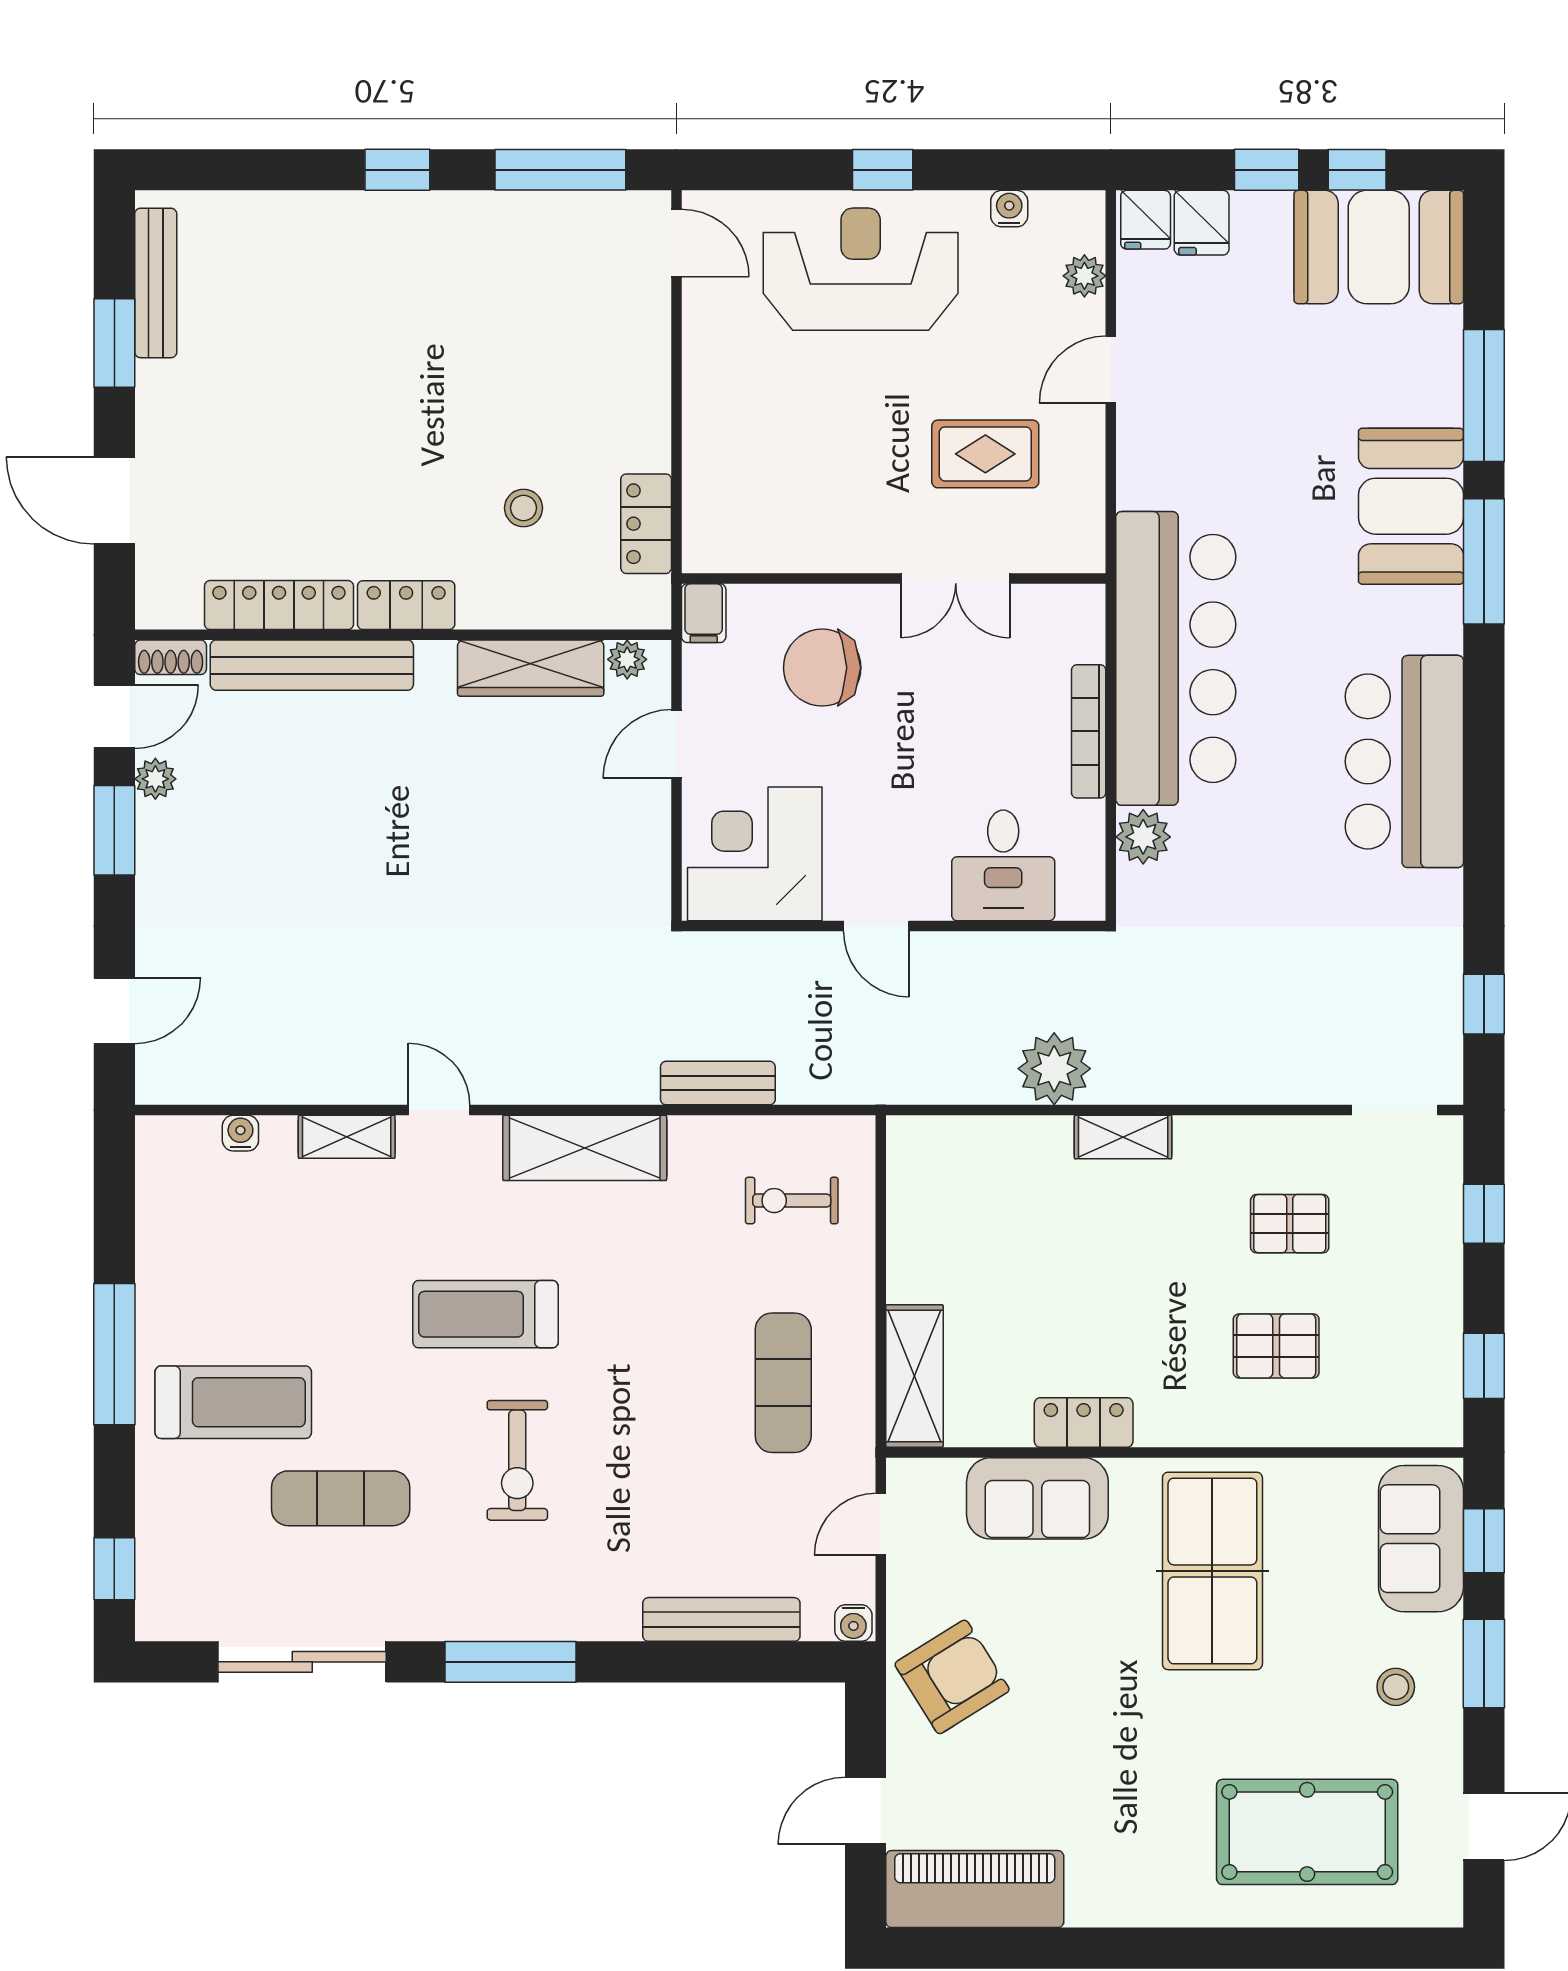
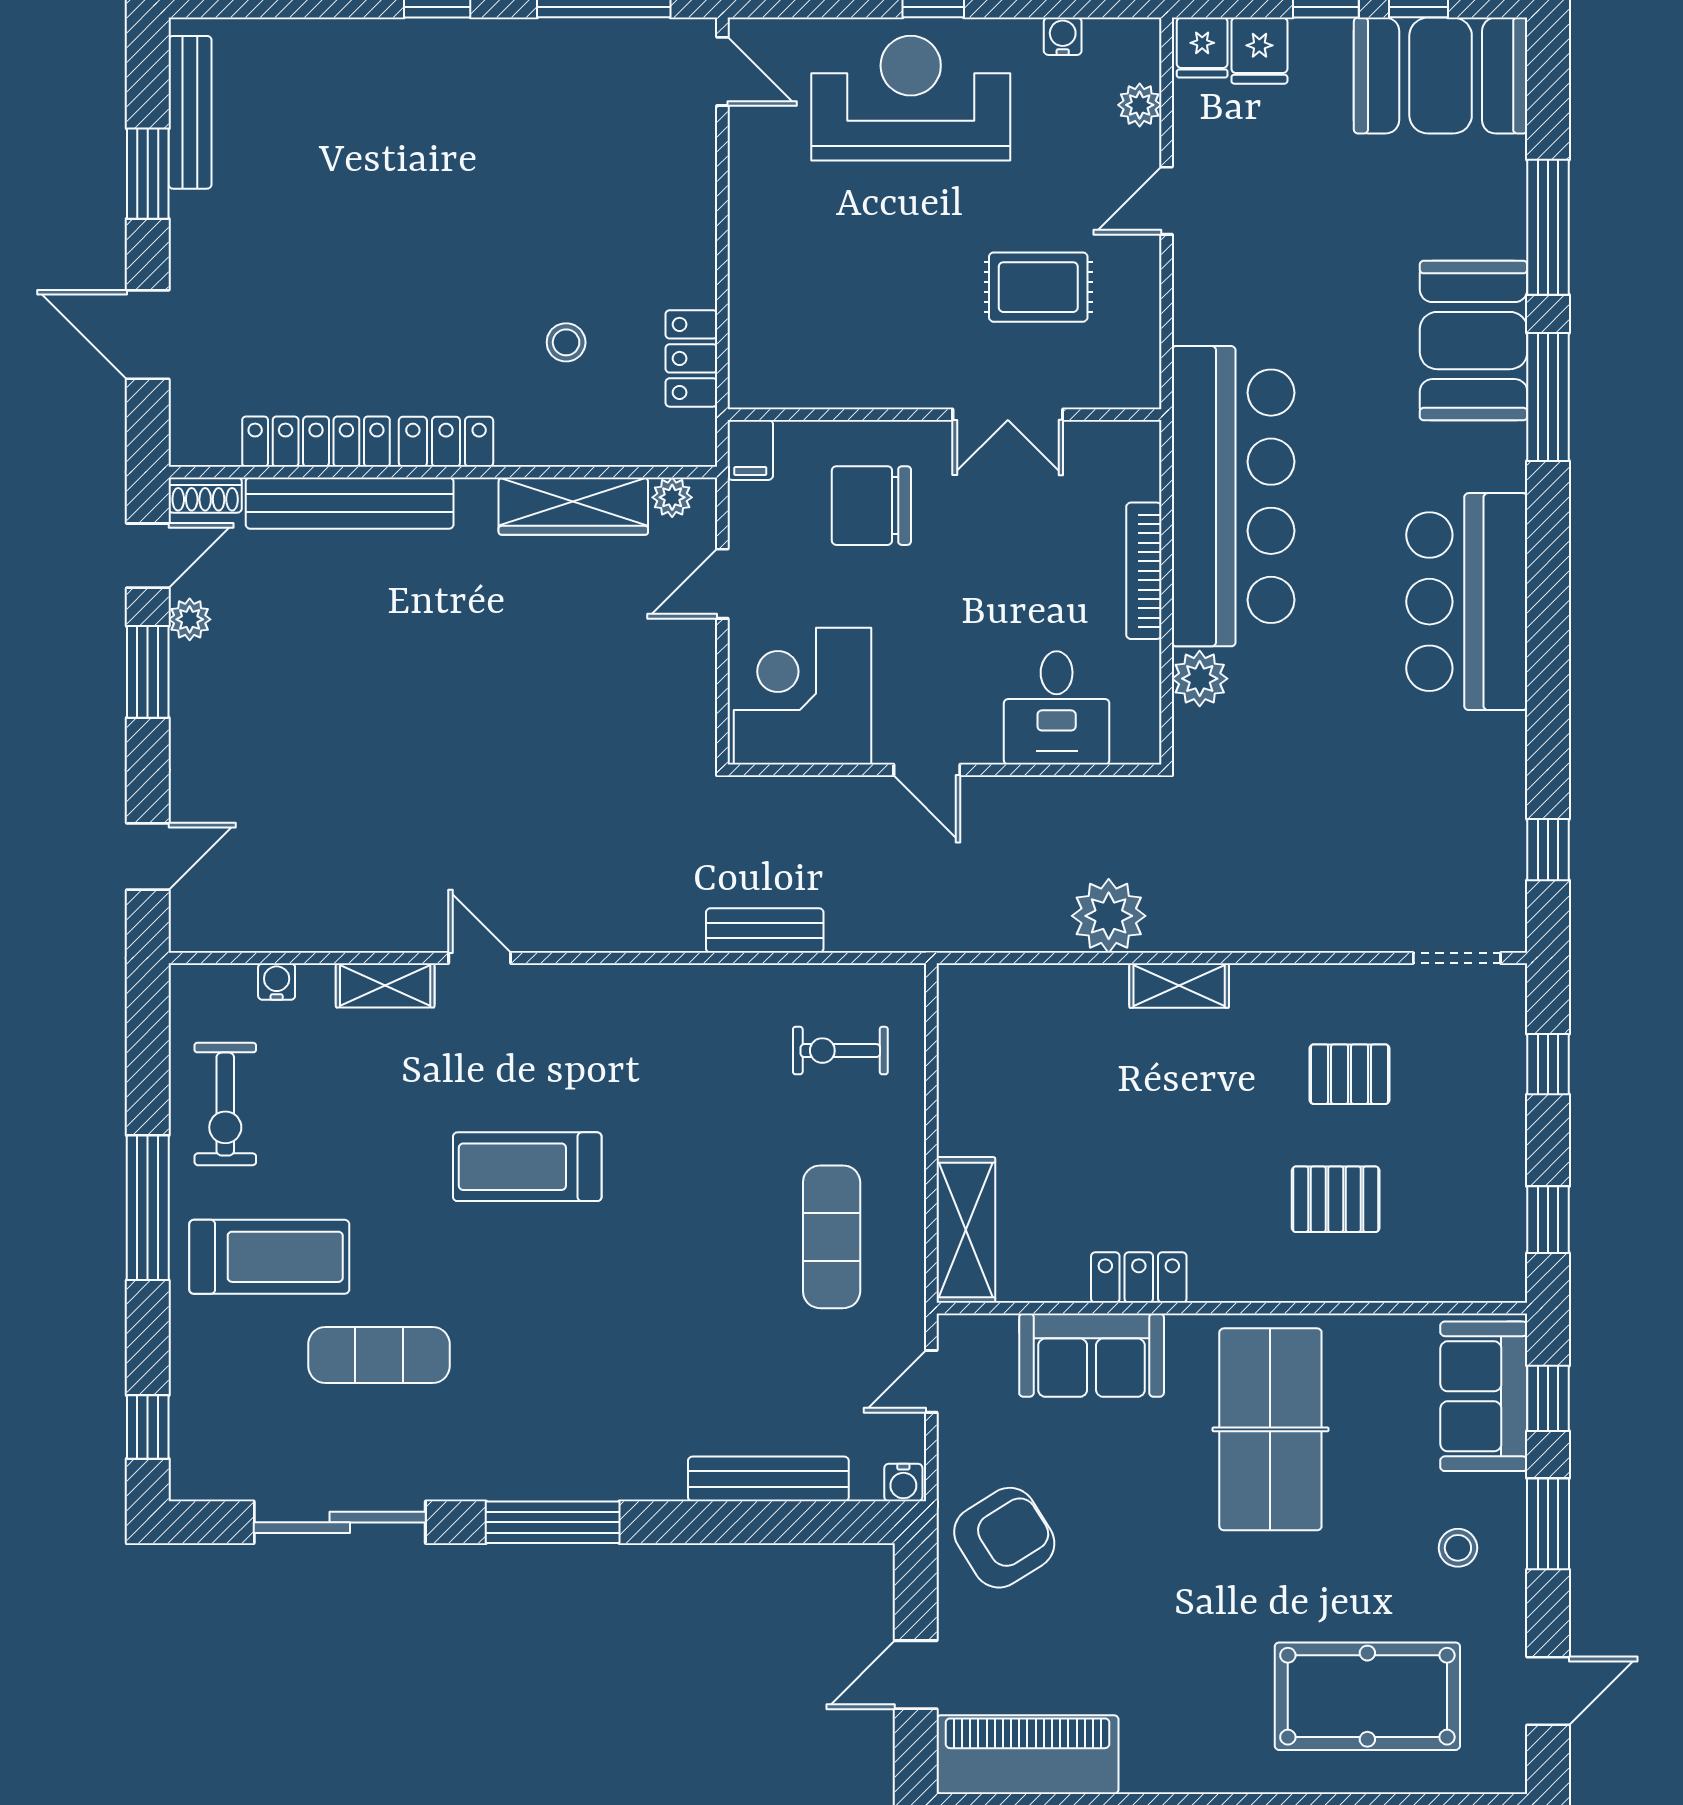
shelving: (585, 1148) -> (629, 997), removed
exercise bike: (517, 1460) -> (225, 1104), moved

